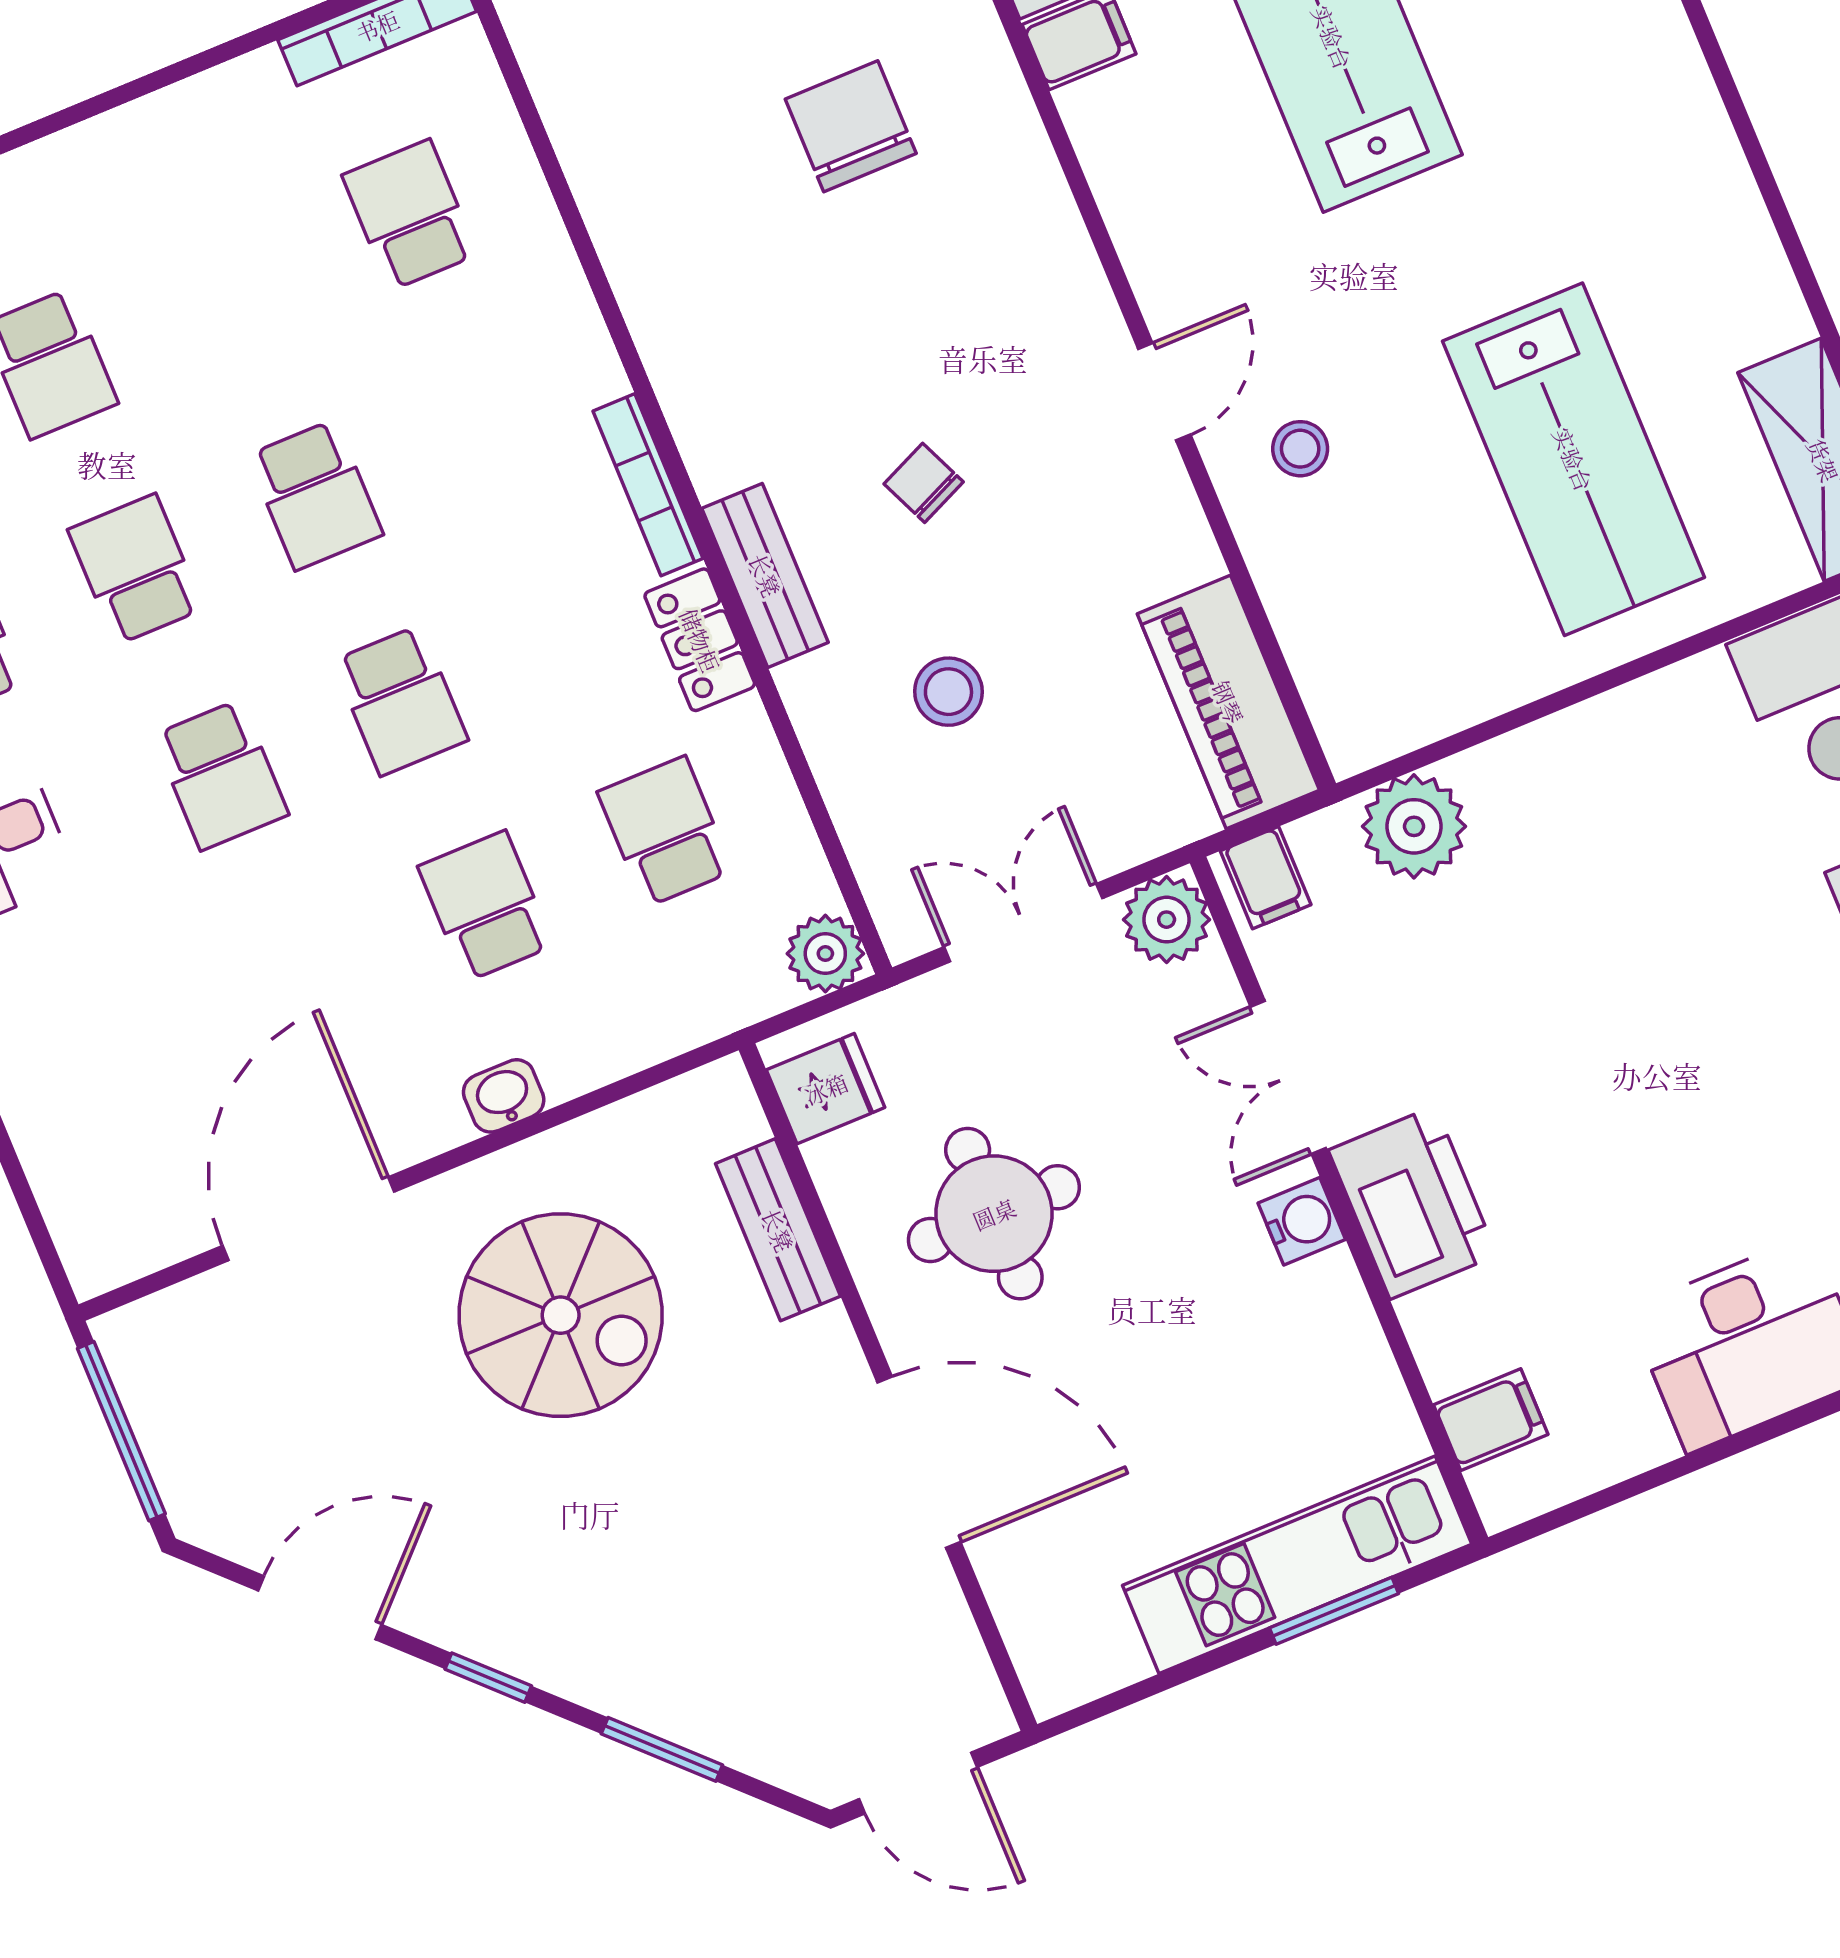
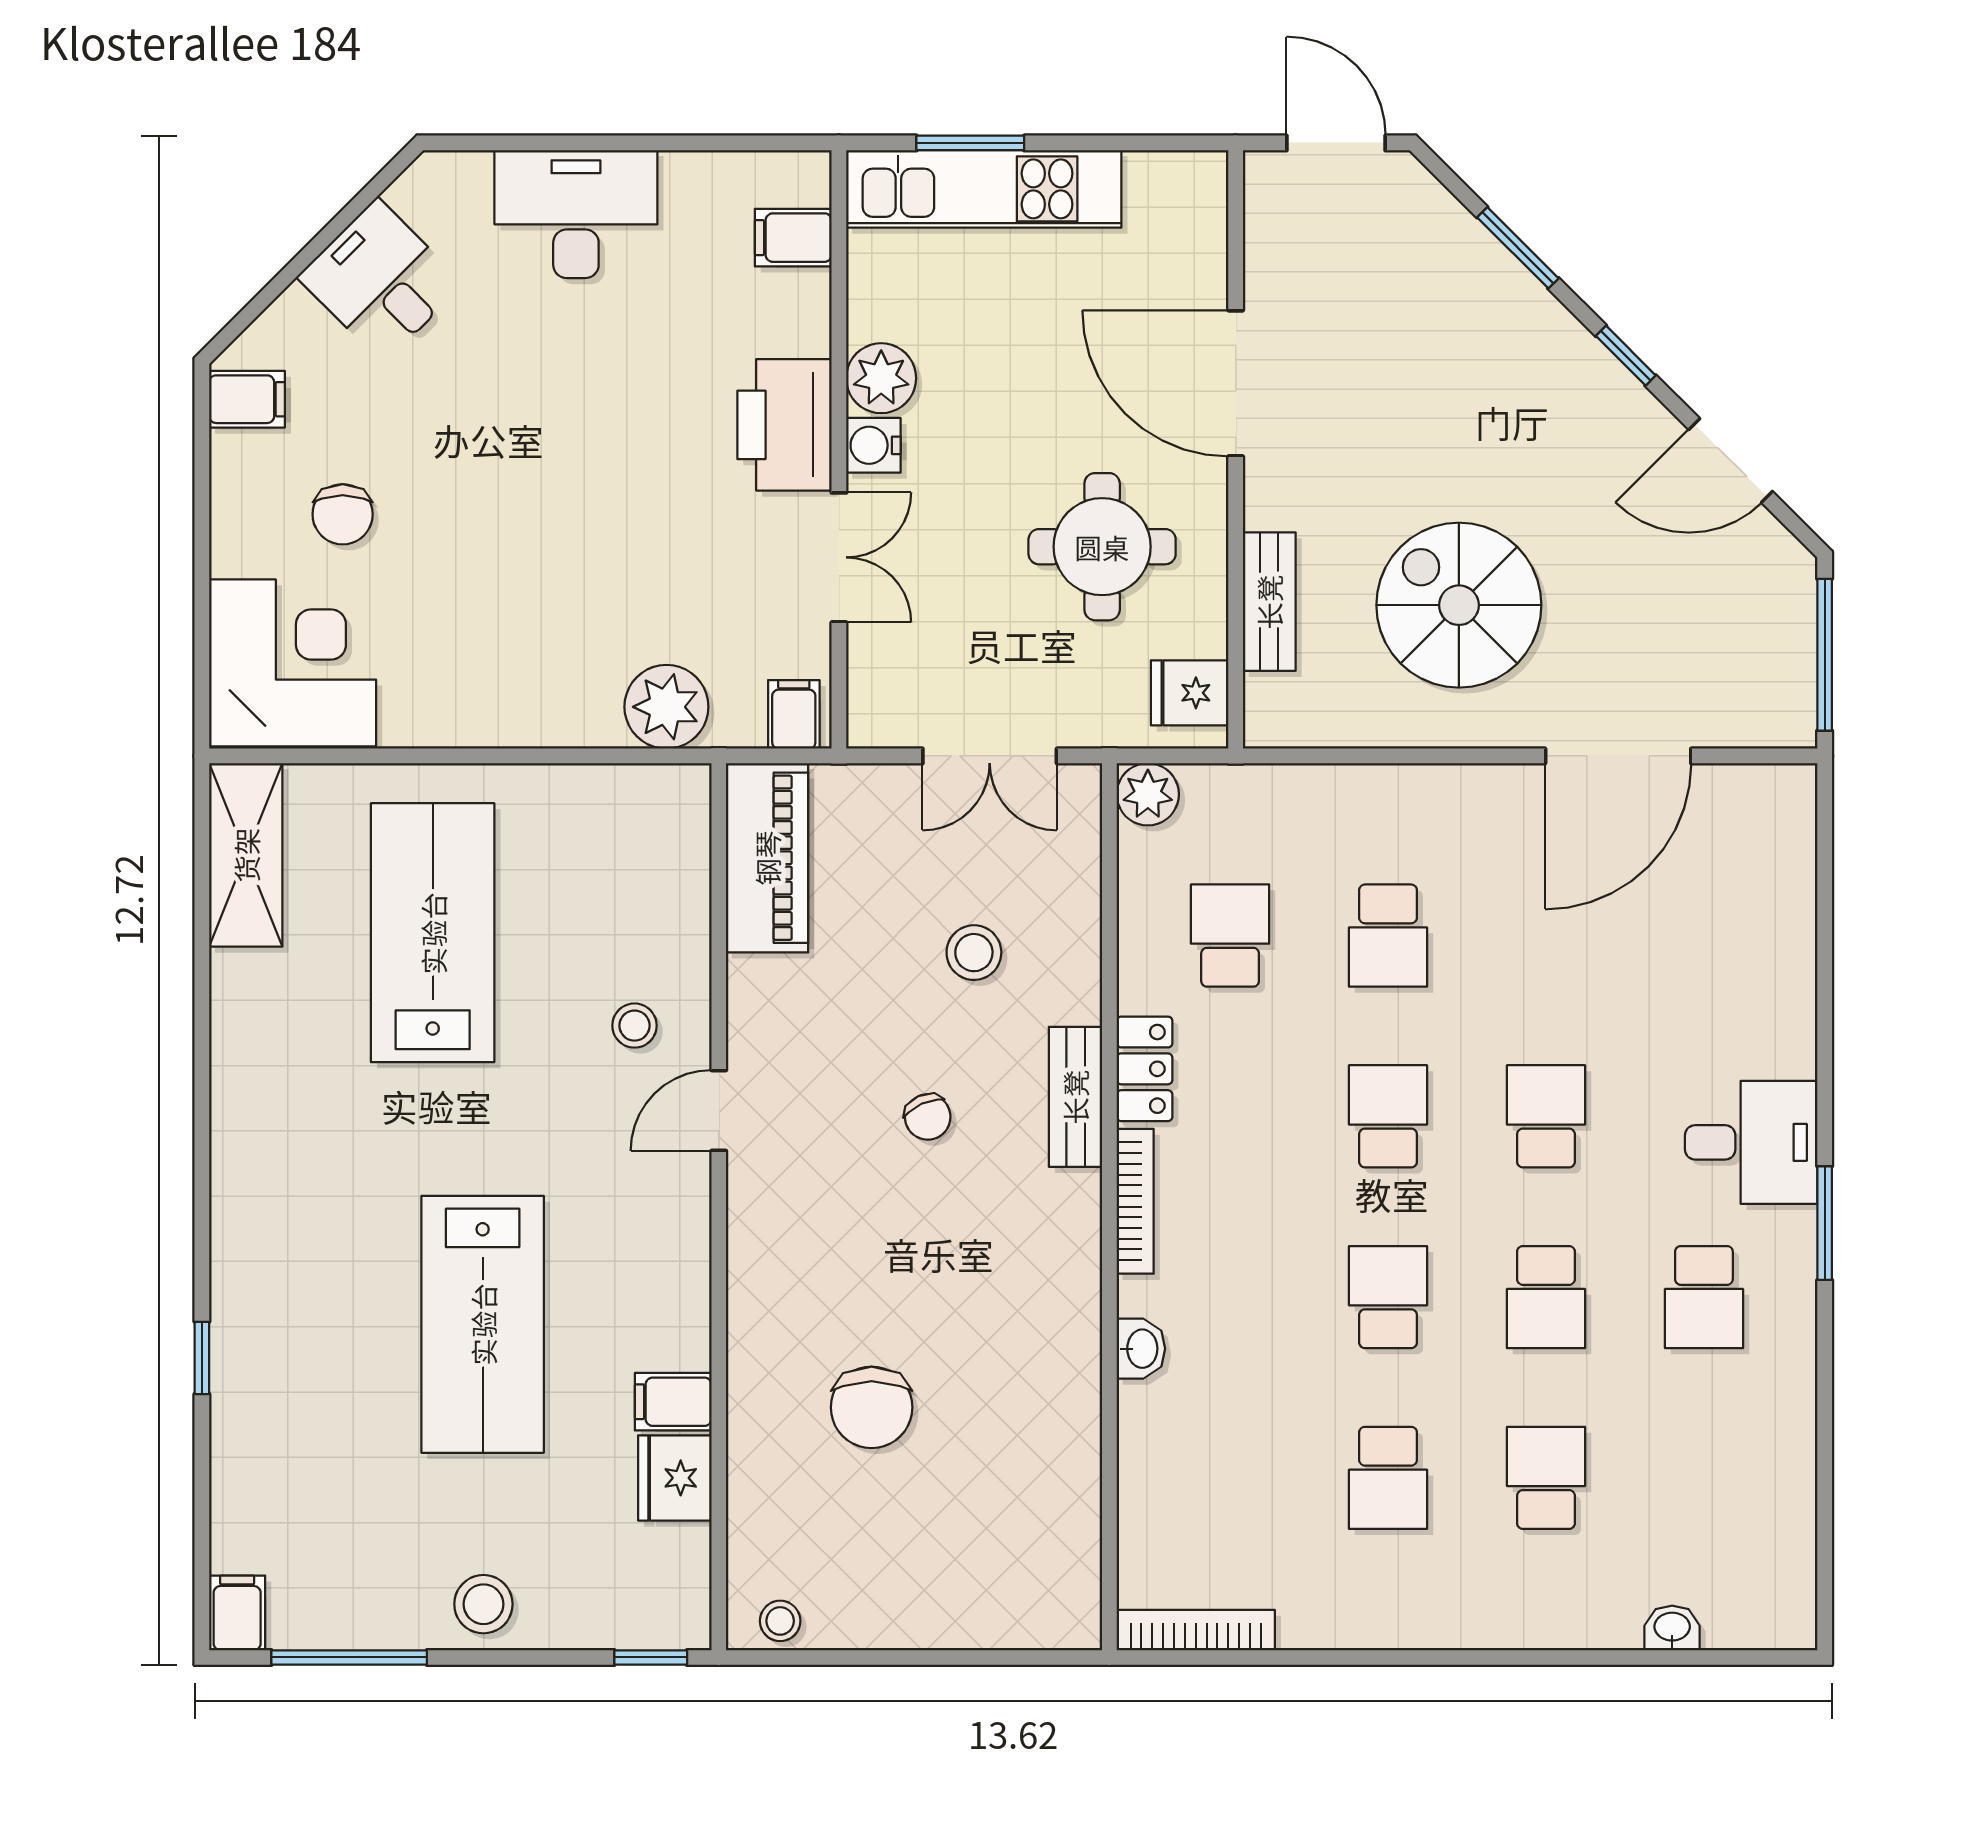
school desk: (410, 215) -> (1388, 1478), moved
school desk: (665, 832) -> (1230, 936), turned 180
plant: (1167, 920) -> (881, 378), moved
washbasin: (504, 1096) -> (1141, 1349), moved, turned -90

